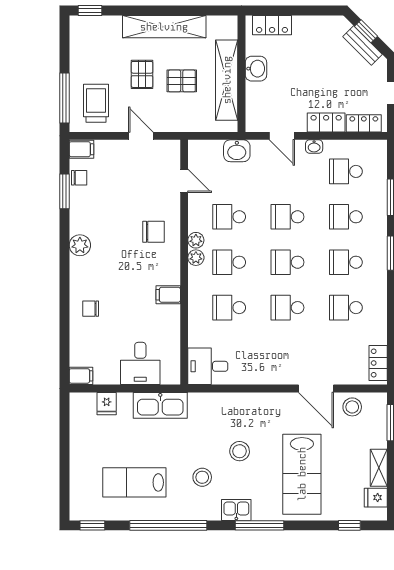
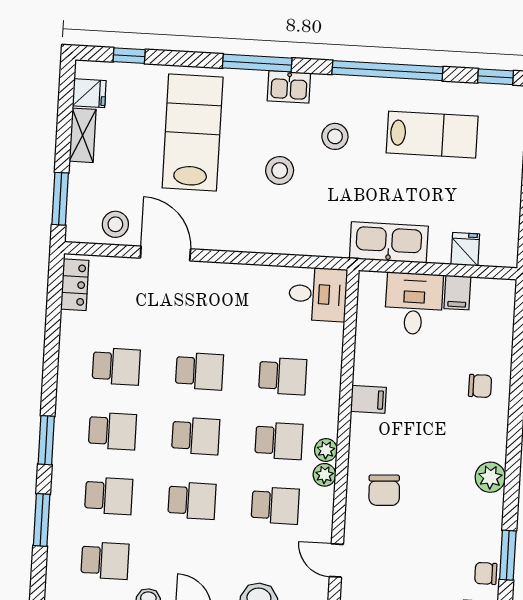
chair: (154, 232) -> (384, 490), turned -93
filing cabinet: (81, 376) -> (457, 293), moved, turned -90

